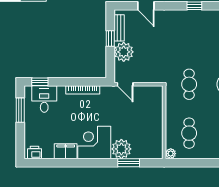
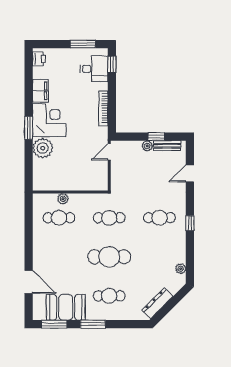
cafe table: (189, 35) -> (159, 218), added
plant: (124, 52) -> (147, 146), width x0.53, depth x0.53
plant: (171, 154) -> (63, 199), moved
window: (129, 163) -> (29, 128), moved

